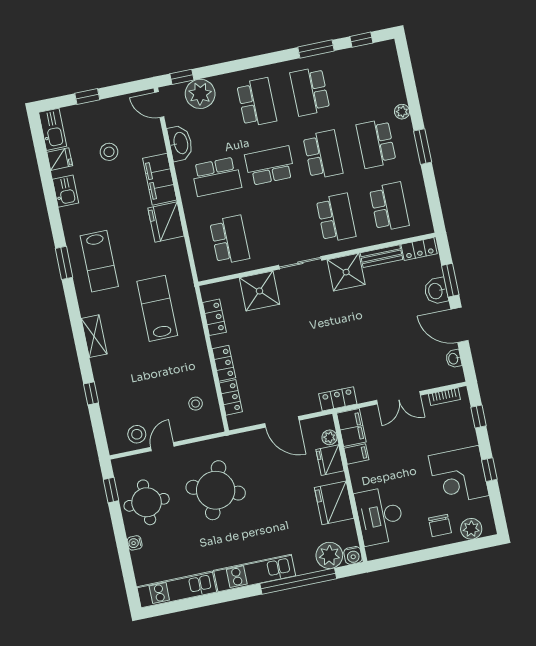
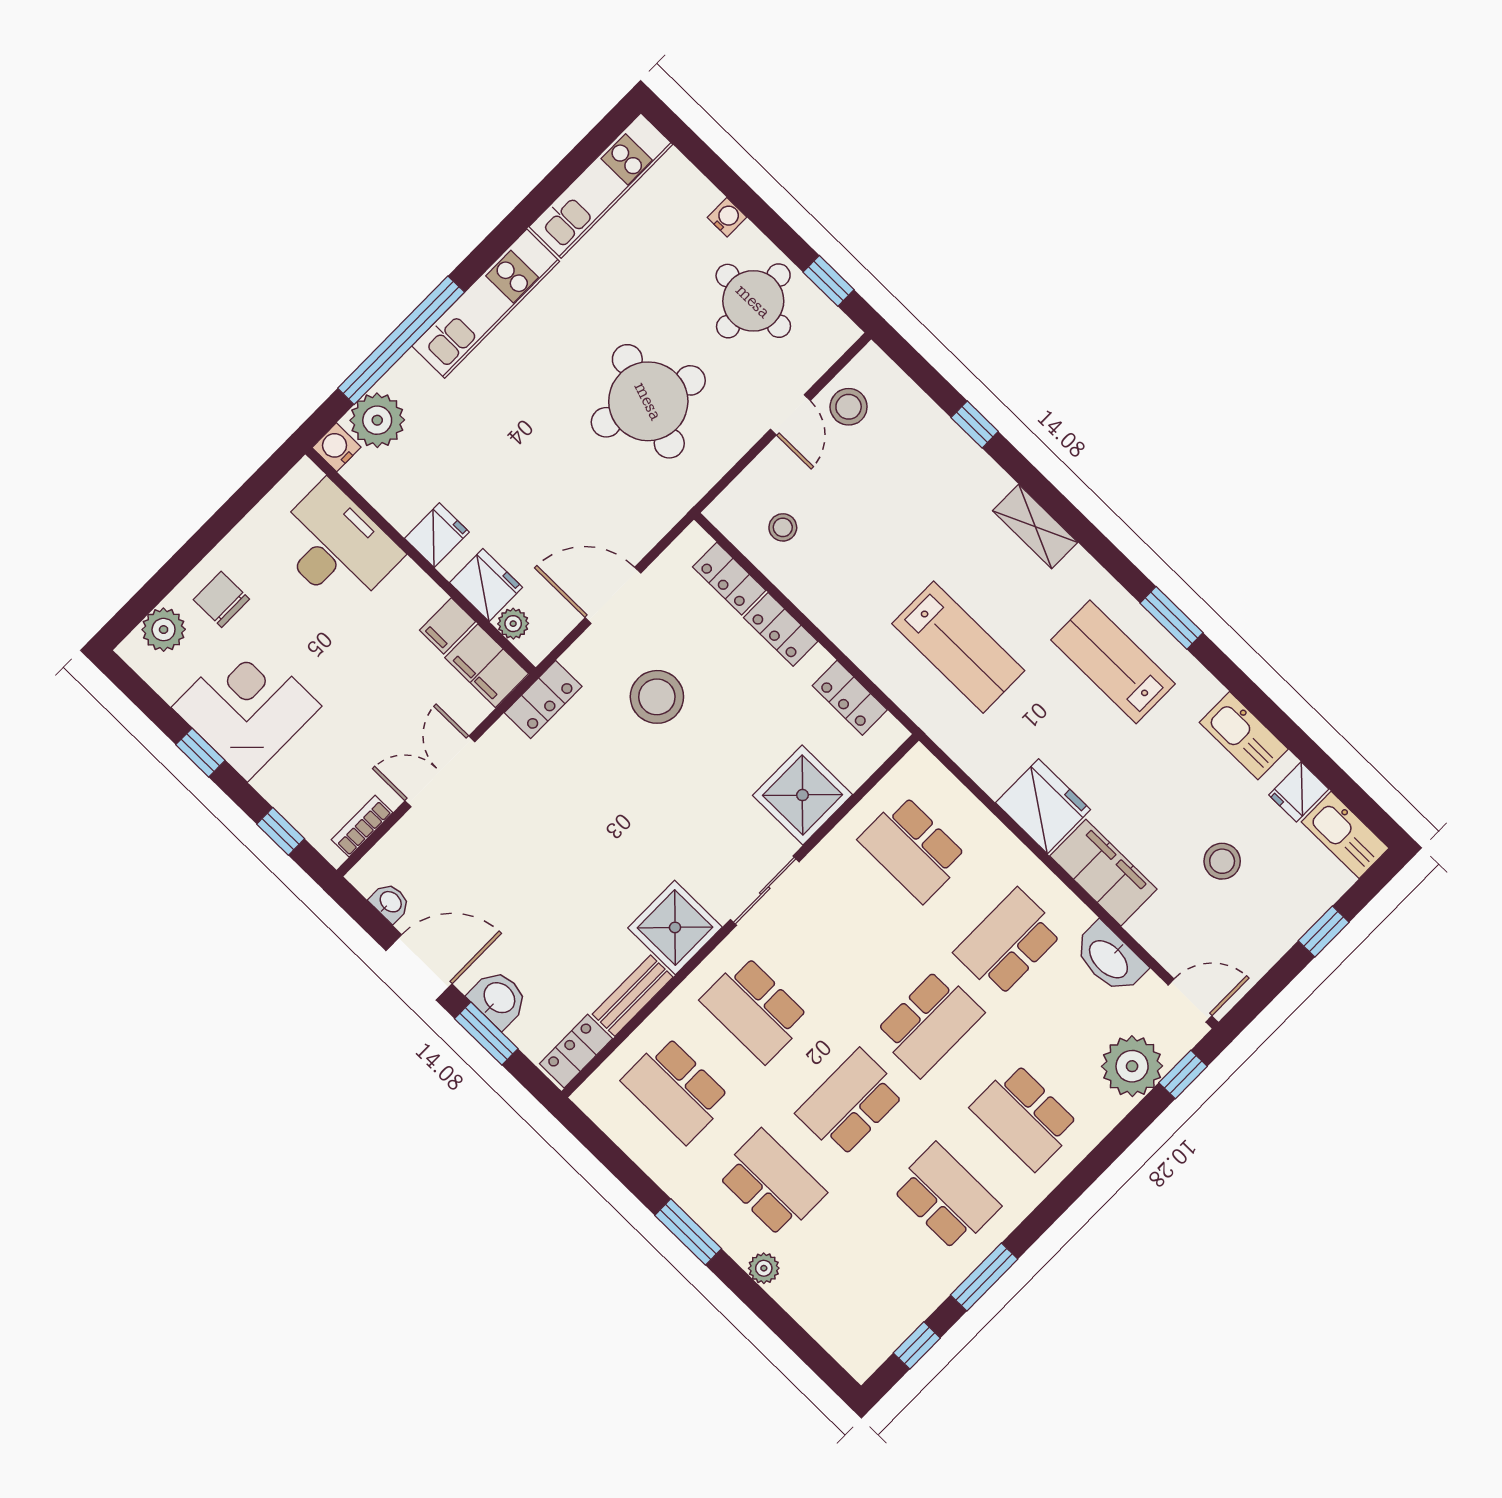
school desk: (323, 155) -> (850, 1103), turned 90
kitchen sink: (66, 191) -> (1244, 736), width x1.38
stool: (291, 369) -> (657, 697), added
fridge: (334, 503) -> (437, 535), width x0.53, depth x0.75

